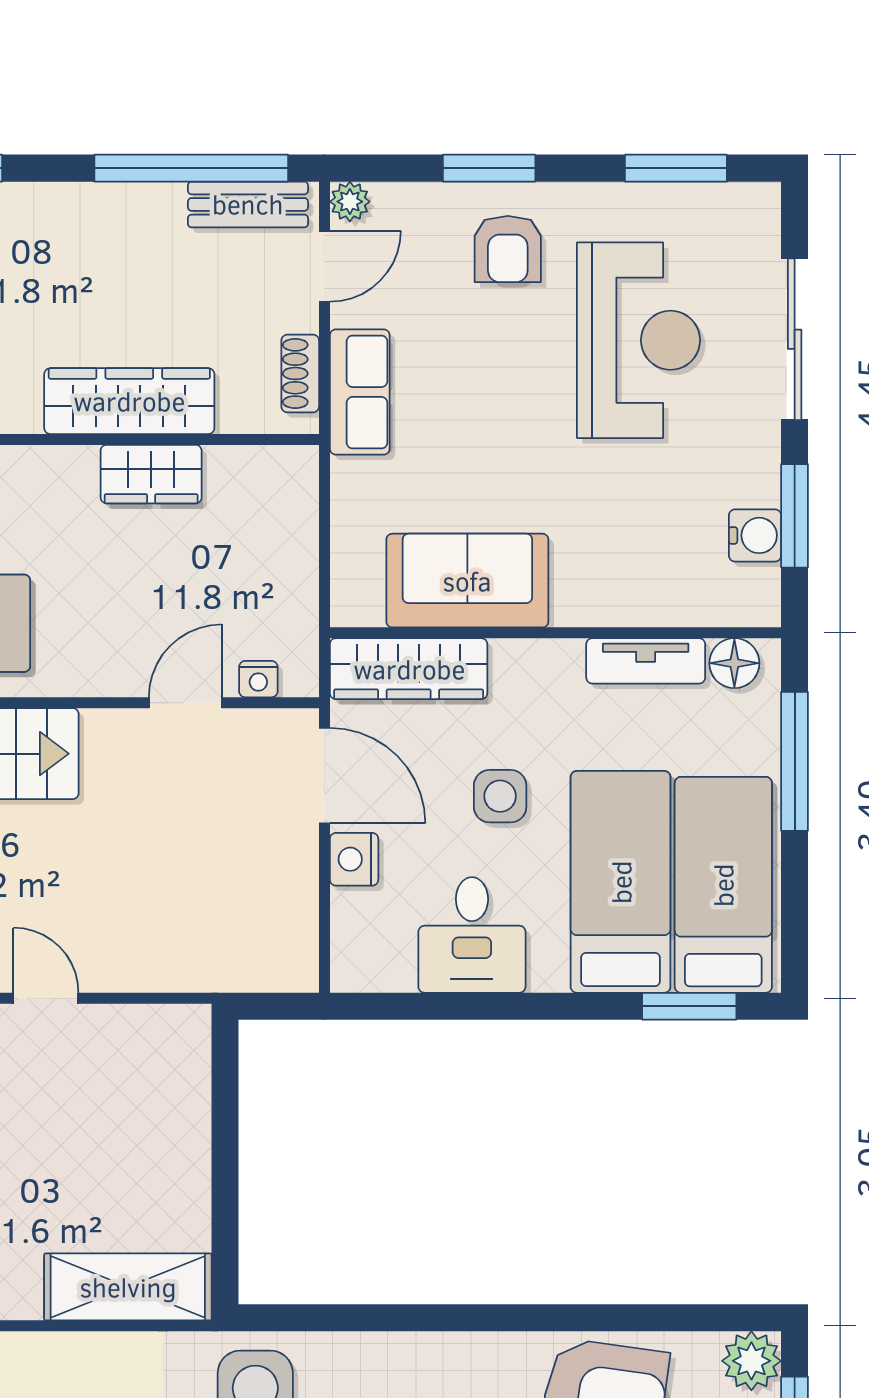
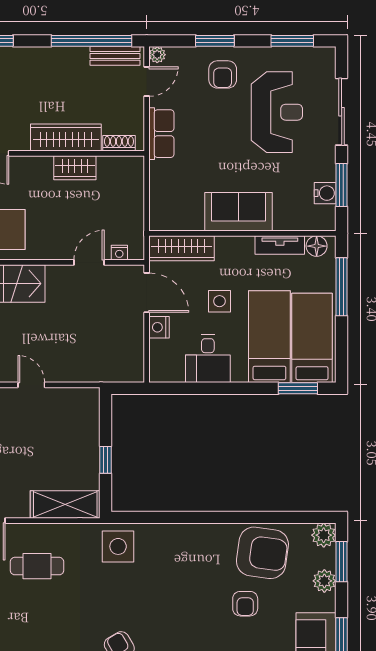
shoe rack: (300, 373) -> (119, 143), moved, turned 90
sofa: (467, 581) -> (238, 212), moved
window: (225, 1179) -> (106, 460), added

